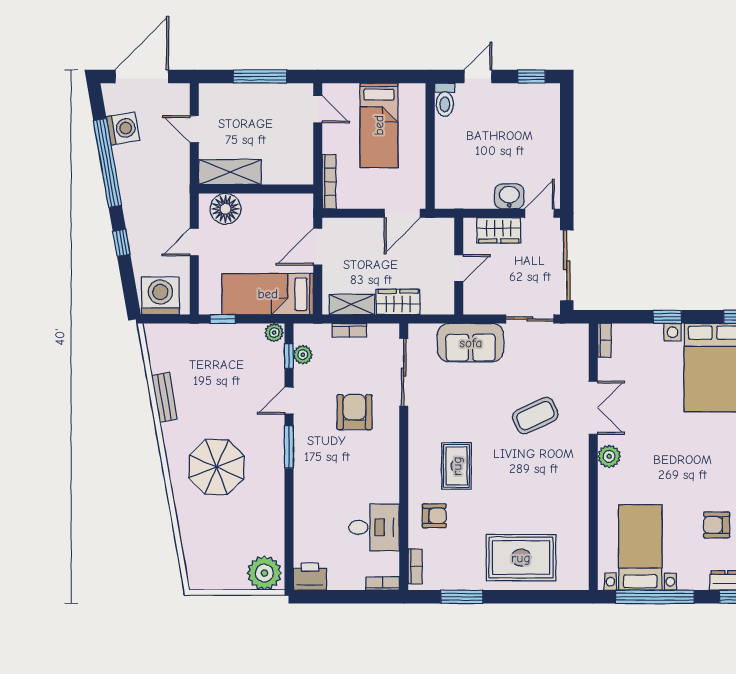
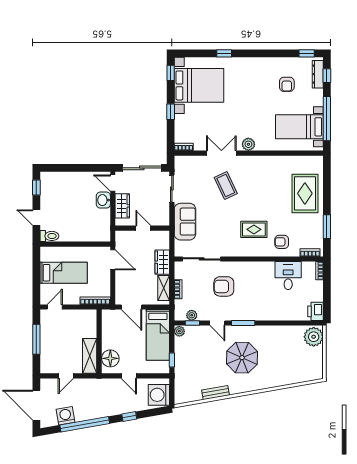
parasol: (216, 467) -> (242, 358), moved
armchair: (434, 516) -> (282, 242), turned -90

